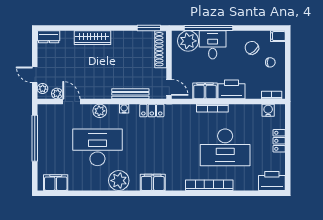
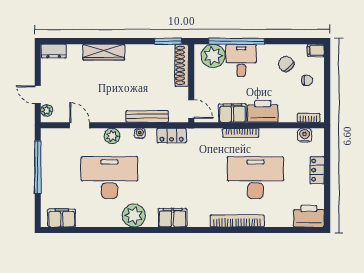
plant: (57, 94) -> (63, 116), removed
desk: (225, 147) -> (255, 178), turned 180

